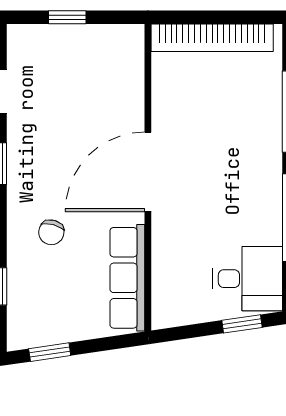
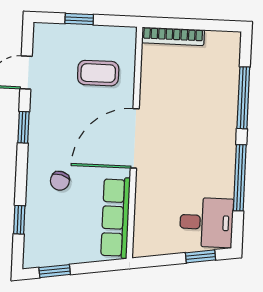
bookcase: (212, 38) -> (173, 36), width x0.68, depth x0.76
coffee table: (96, 88) -> (98, 73), added

